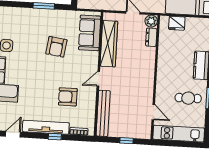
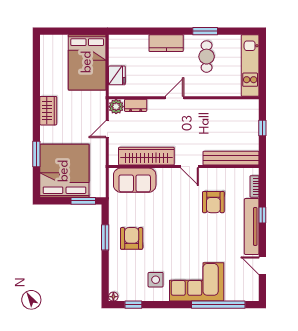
armchair: (56, 47) -> (132, 238), moved, turned -98
door: (153, 112) -> (174, 98), moved

